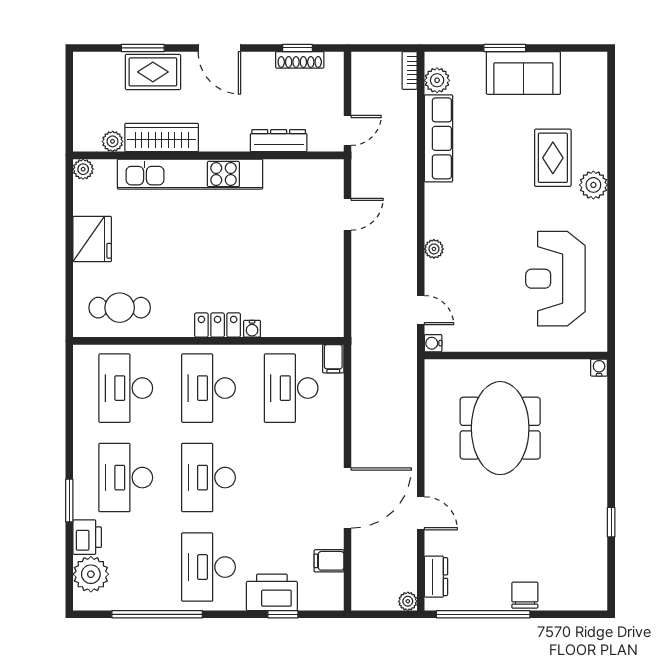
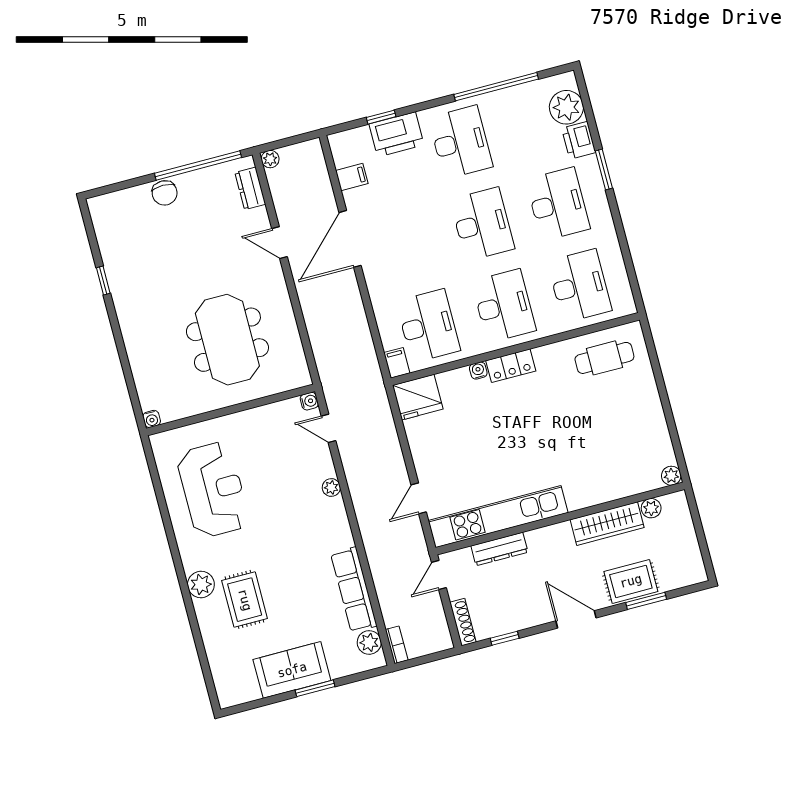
shoe rack: (300, 60) -> (463, 622), moved, turned 90
kitchen unit: (190, 174) -> (498, 517), moved
fridge: (92, 239) -> (418, 397), moved, turned -90

